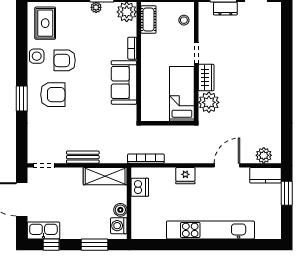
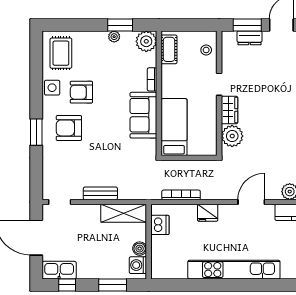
bed: (182, 94) -> (174, 127), moved
armchair: (53, 95) -> (69, 128), turned 180
bookcase: (146, 159) -> (181, 195), moved

